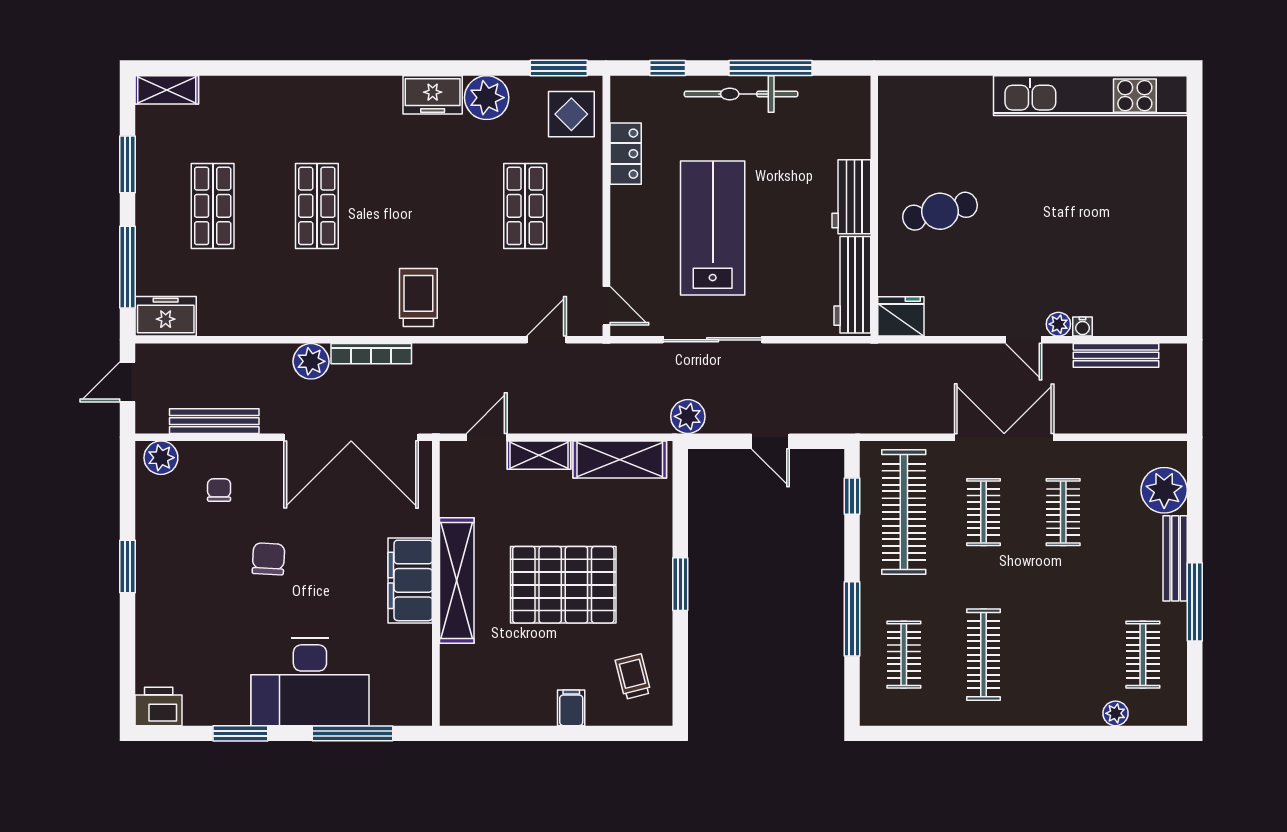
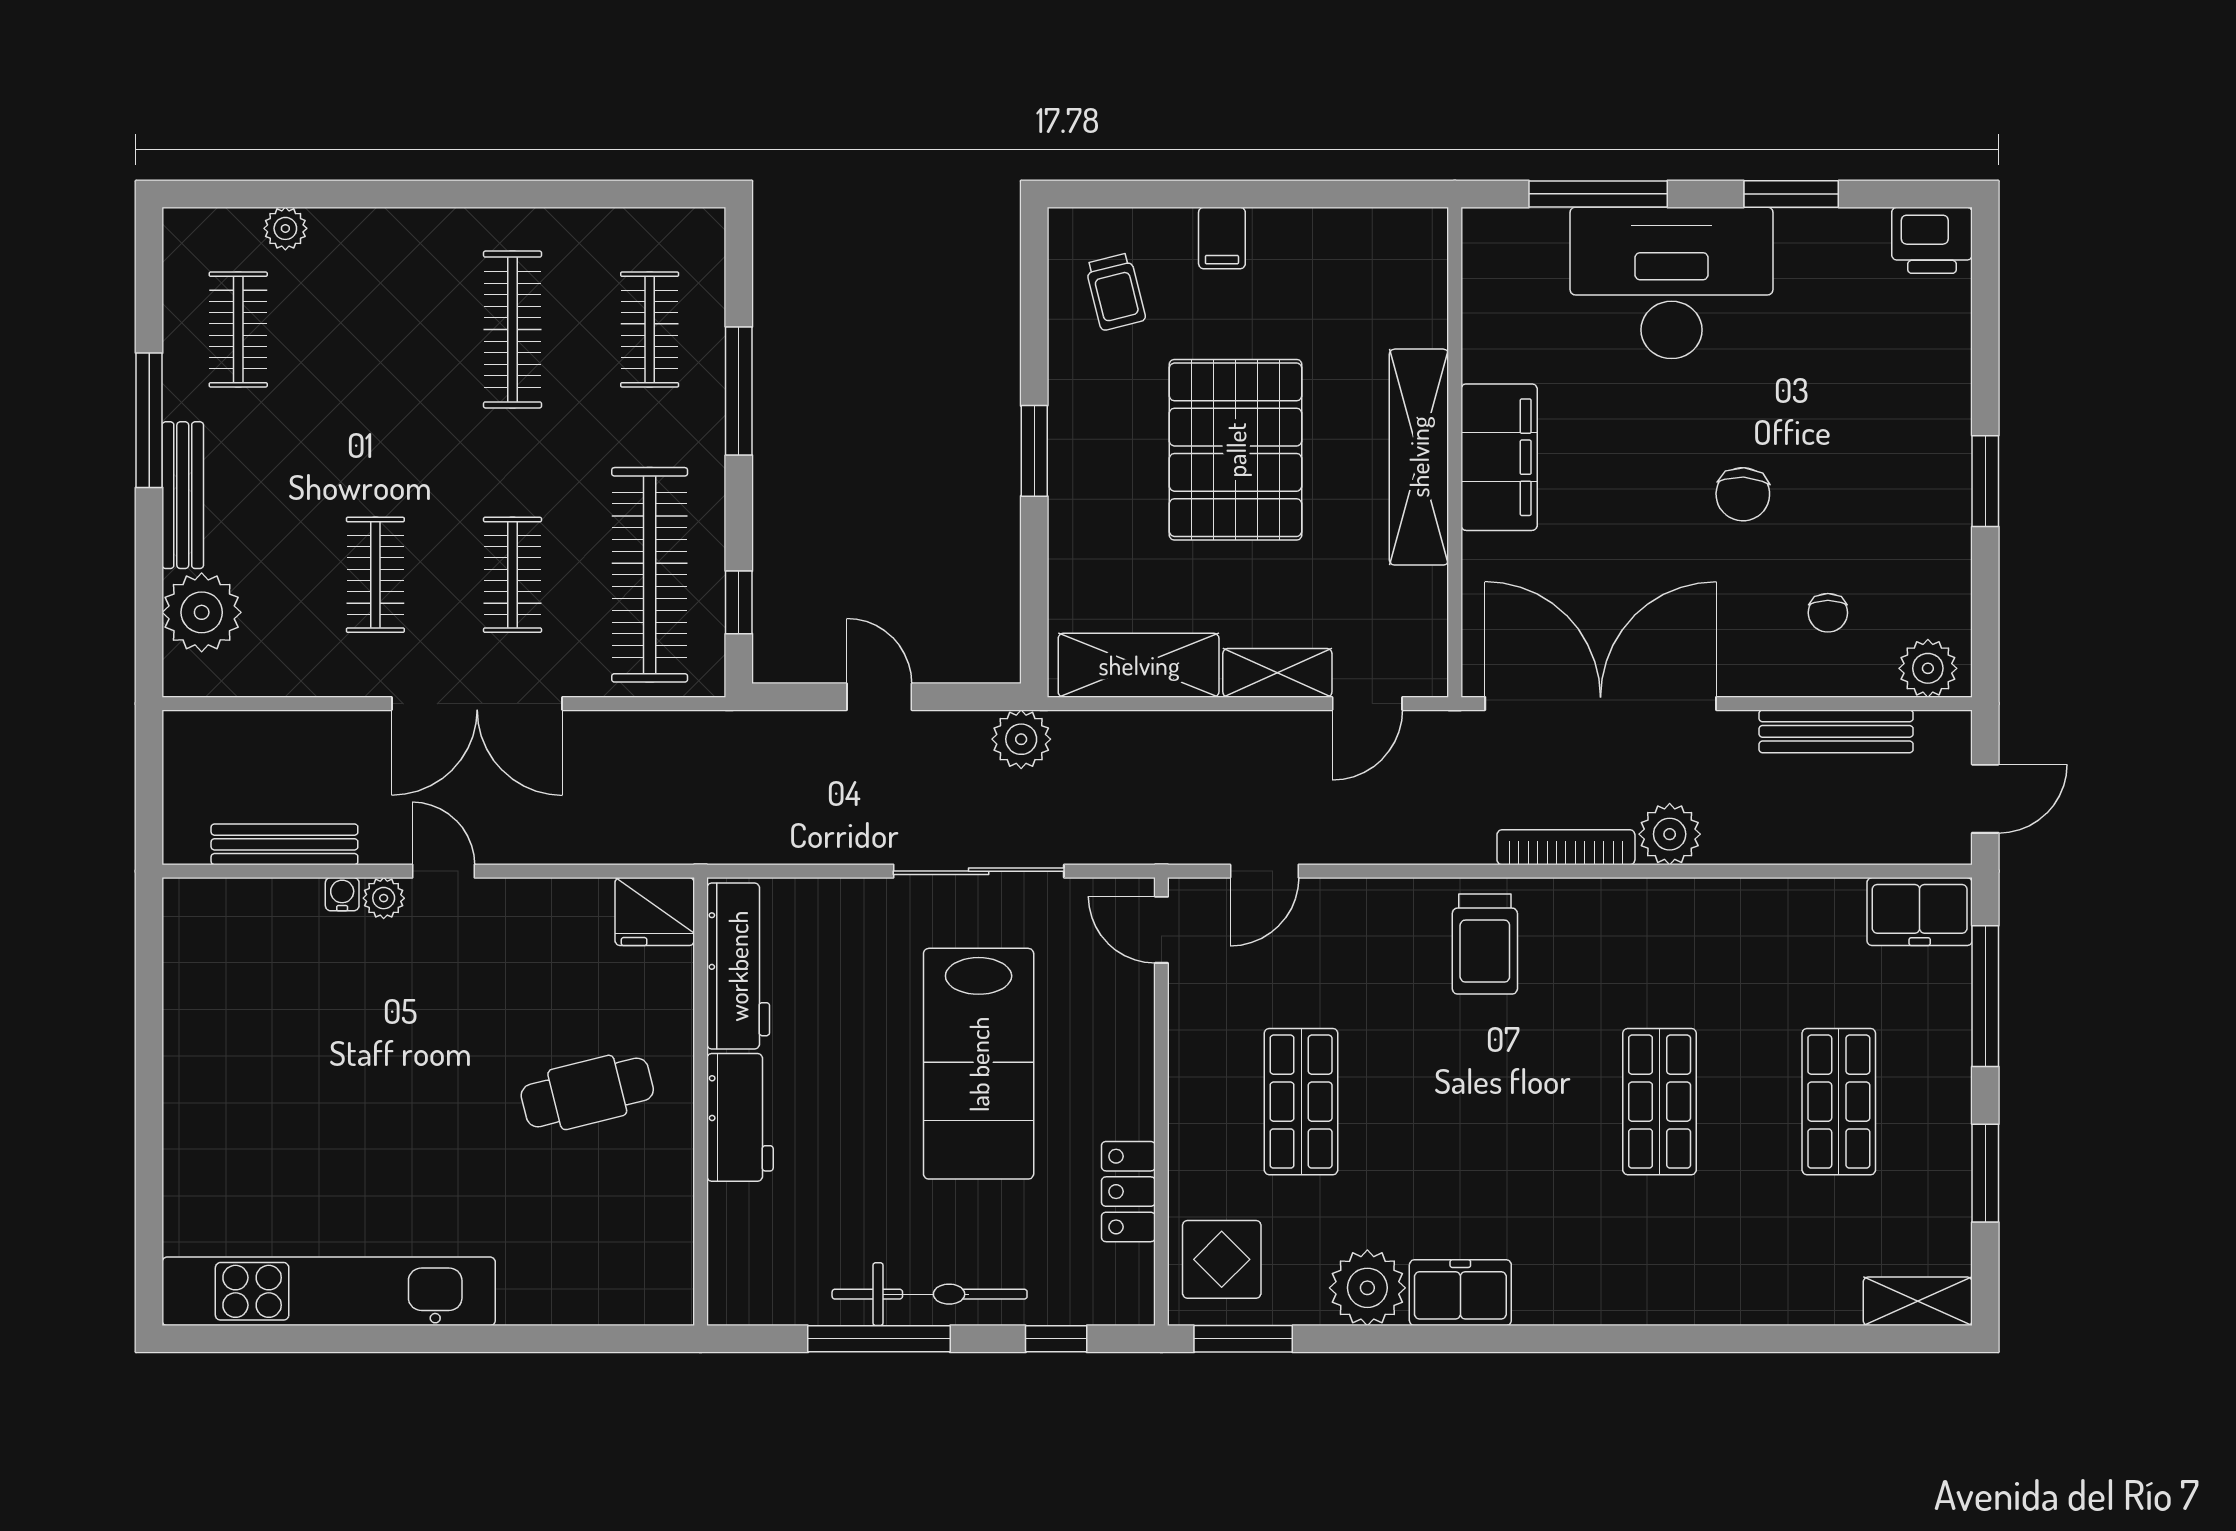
pallet: (563, 585) -> (1236, 450), turned 90

